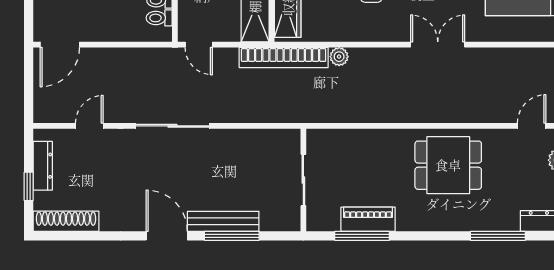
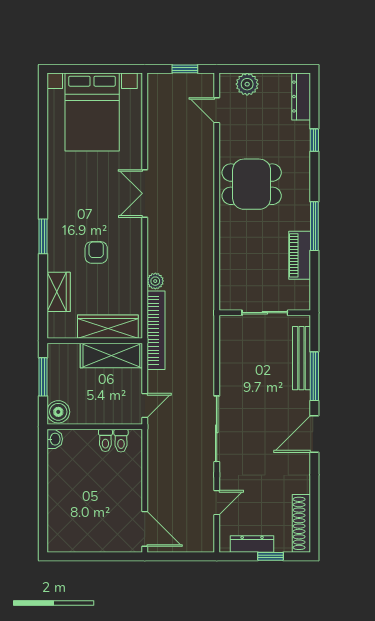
door: (89, 126) -> (217, 503), swing flipped
dining table: (448, 165) -> (252, 184), turned 90
bench: (223, 221) -> (301, 358), moved
window: (362, 236) -> (314, 226), moved
window: (498, 236) -> (314, 140), width x0.46

